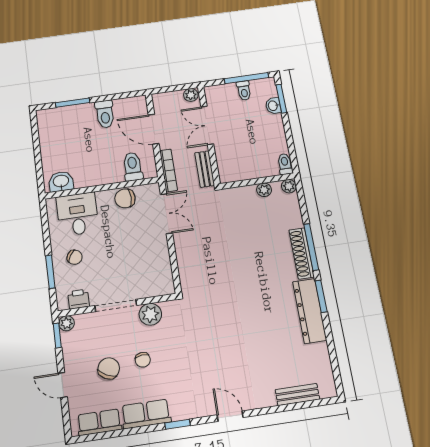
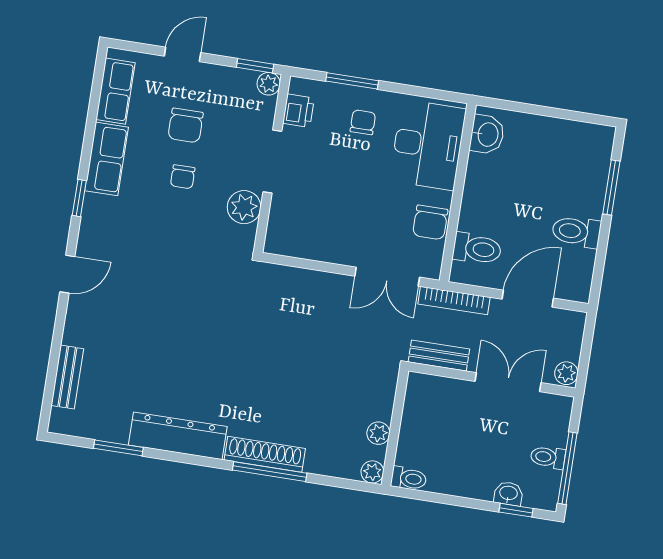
window: (281, 99) -> (516, 510), width x0.67
chair: (125, 198) -> (430, 222), turned 180
desk: (77, 214) -> (428, 145), width x1.37
chair: (75, 257) -> (363, 122), turned 148
window: (321, 296) -> (118, 448), moved
chair: (143, 360) -> (183, 177), turned -84
chair: (109, 368) -> (186, 125), turned 63

